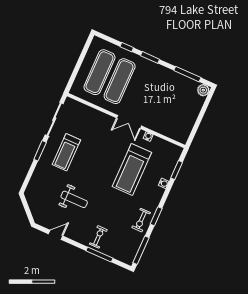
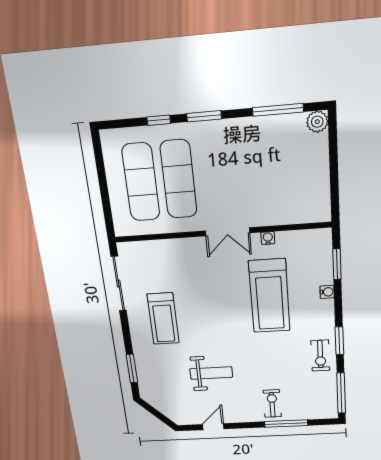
window: (40, 151) -> (132, 368), moved

